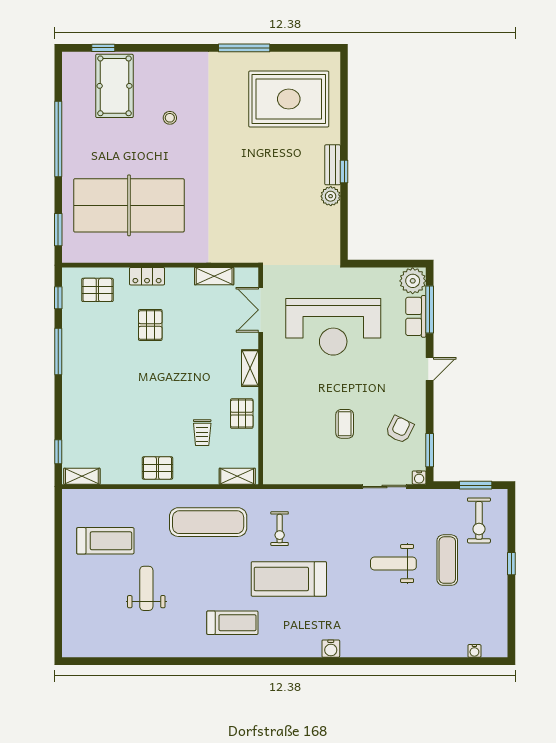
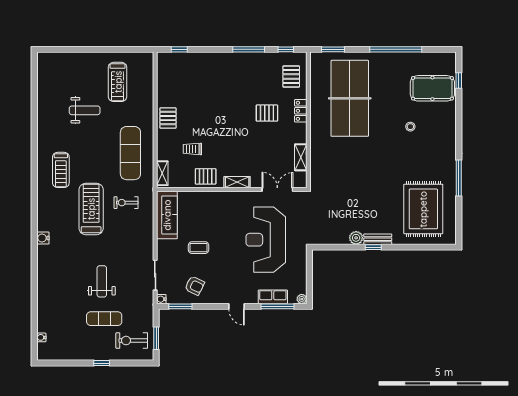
plant: (413, 281) -> (302, 299), width x0.53, depth x0.53
sofa: (298, 470) -> (167, 215), added
shelving: (82, 476) -> (162, 66), removed

